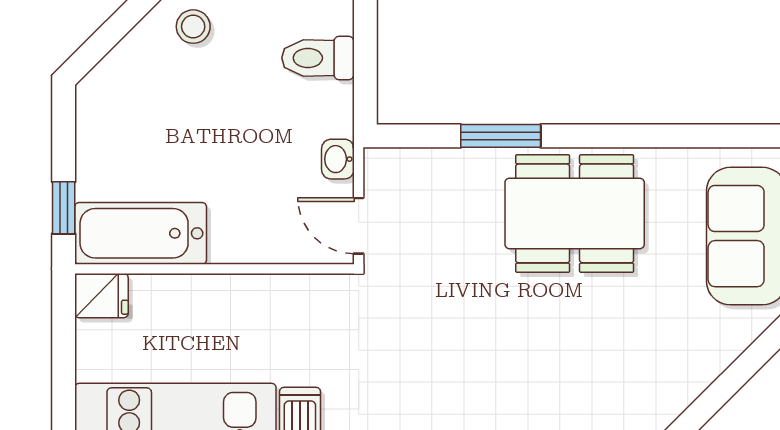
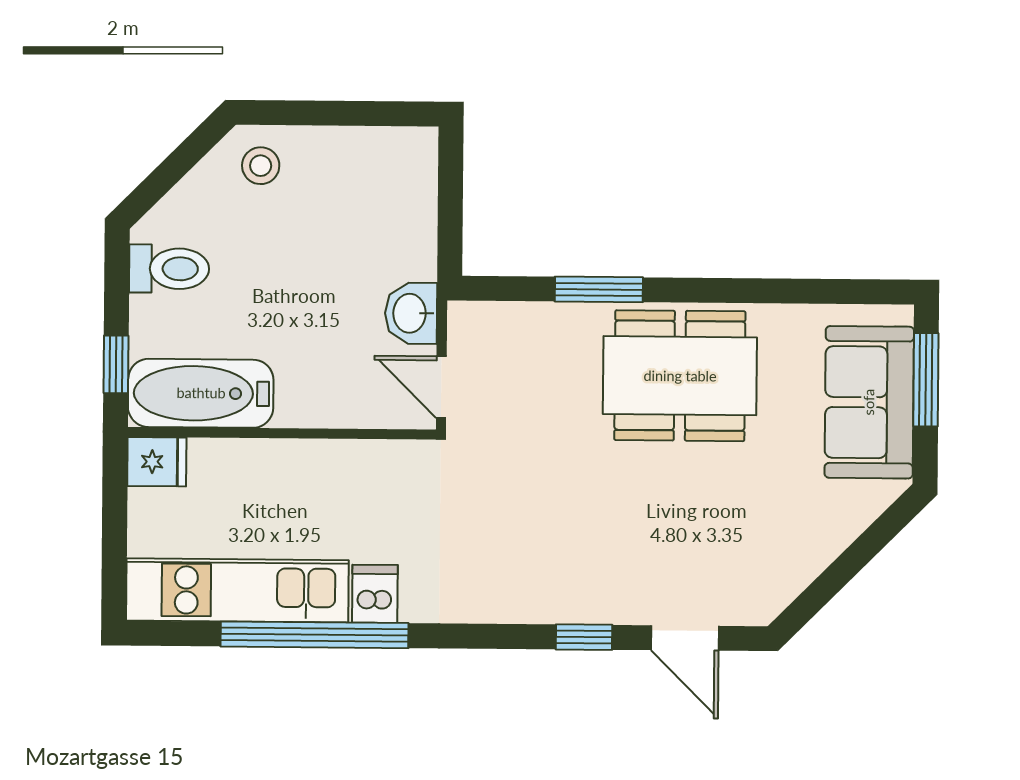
toilet: (318, 58) -> (169, 269), moved, turned 180
washbasin: (338, 159) -> (411, 313), width x1.38, depth x1.45

